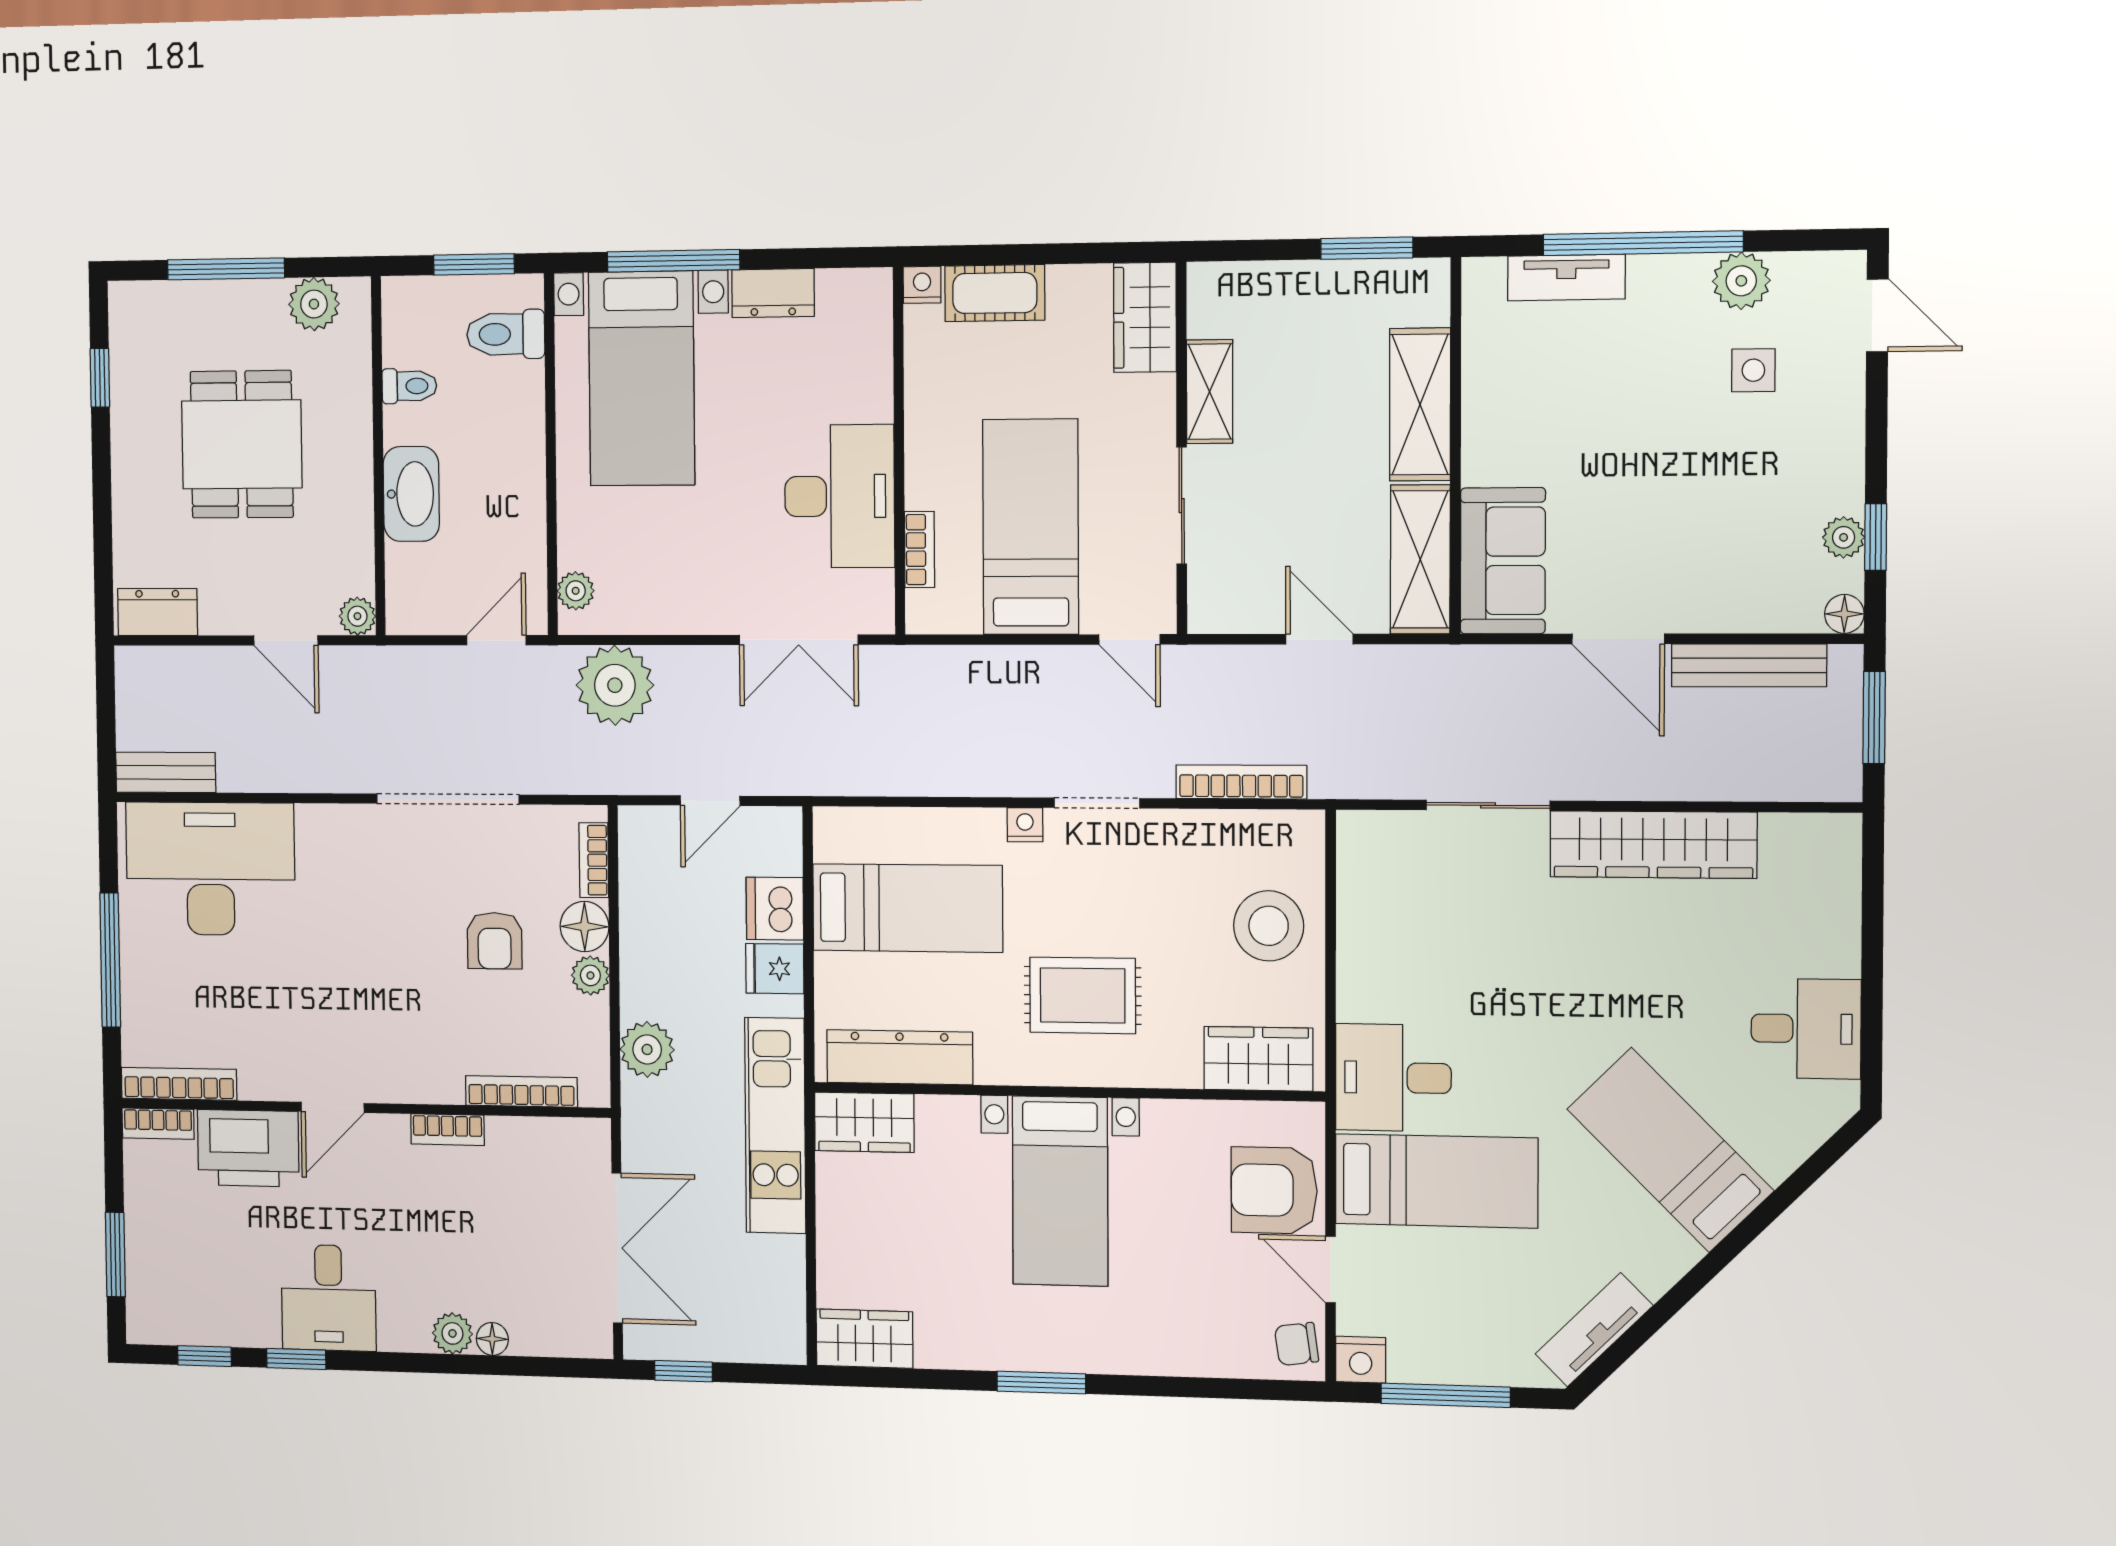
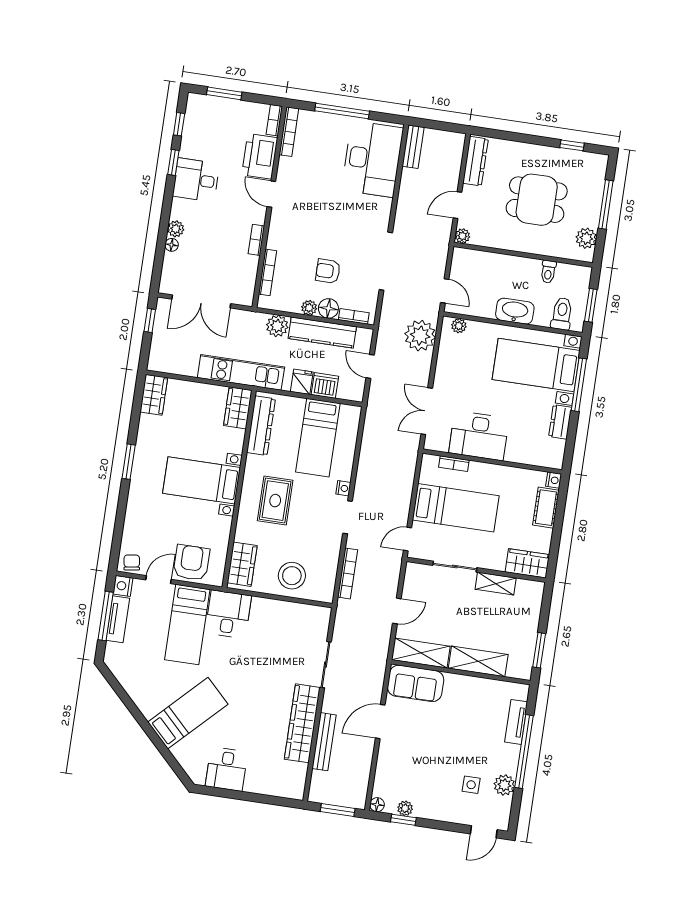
washbasin: (411, 494) -> (515, 311), moved, turned 180
dresser: (157, 612) -> (475, 161), width x1.44
bench: (1749, 665) -> (324, 742), moved
kitchen counter: (646, 934) -> (322, 333), added
tv unit: (1594, 1330) -> (118, 619), moved, turned 45

